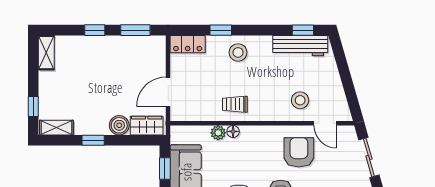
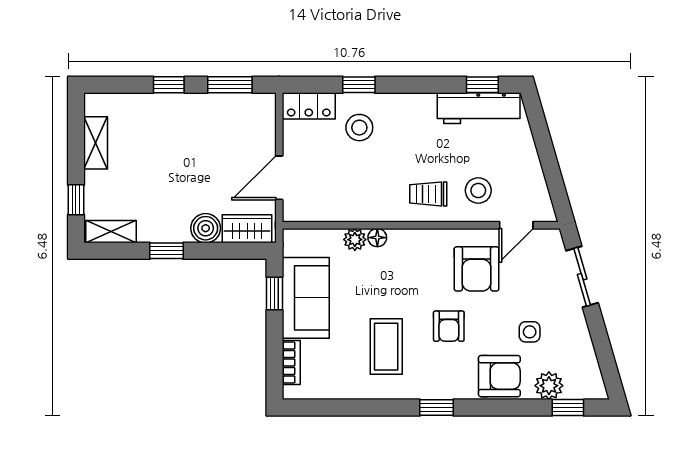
stool: (238, 52) -> (359, 128), moved
shelving: (46, 53) -> (96, 143), moved
trolley: (235, 104) -> (428, 194), moved
door: (325, 123) -> (516, 225), hinge flipped
armchair: (299, 152) -> (477, 269), turned 180

